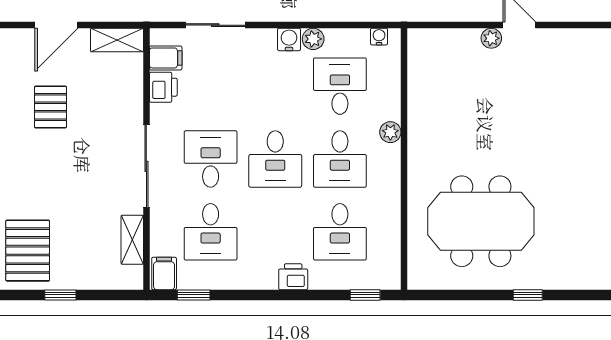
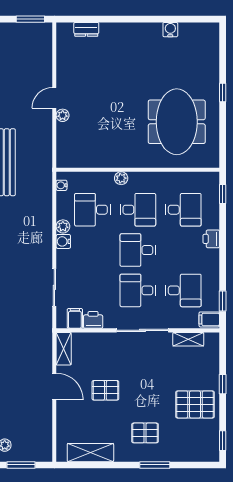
desk: (275, 159) -> (138, 250), turned 180

